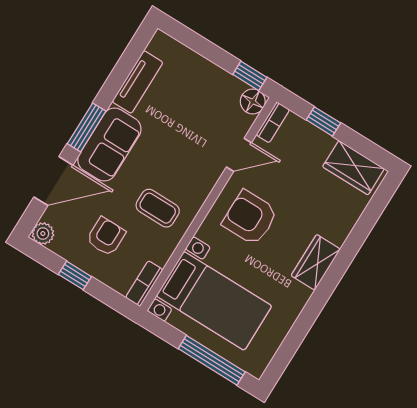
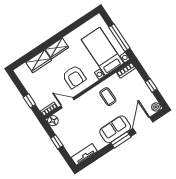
window: (250, 76) -> (57, 142), moved
tv unit: (138, 82) -> (84, 154), moved
wardrobe: (353, 168) -> (39, 61), moved, turned 90
door: (53, 181) -> (143, 125), hinge flipped
armchair: (106, 236) -> (132, 95), removed
window: (212, 360) -> (119, 38), moved

